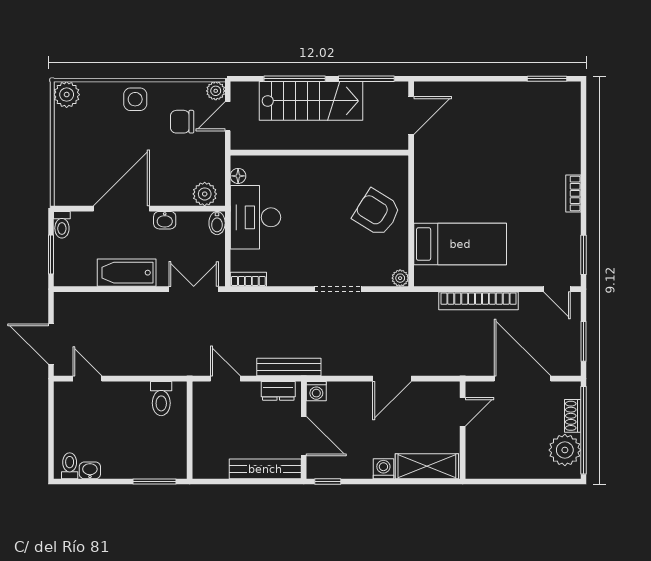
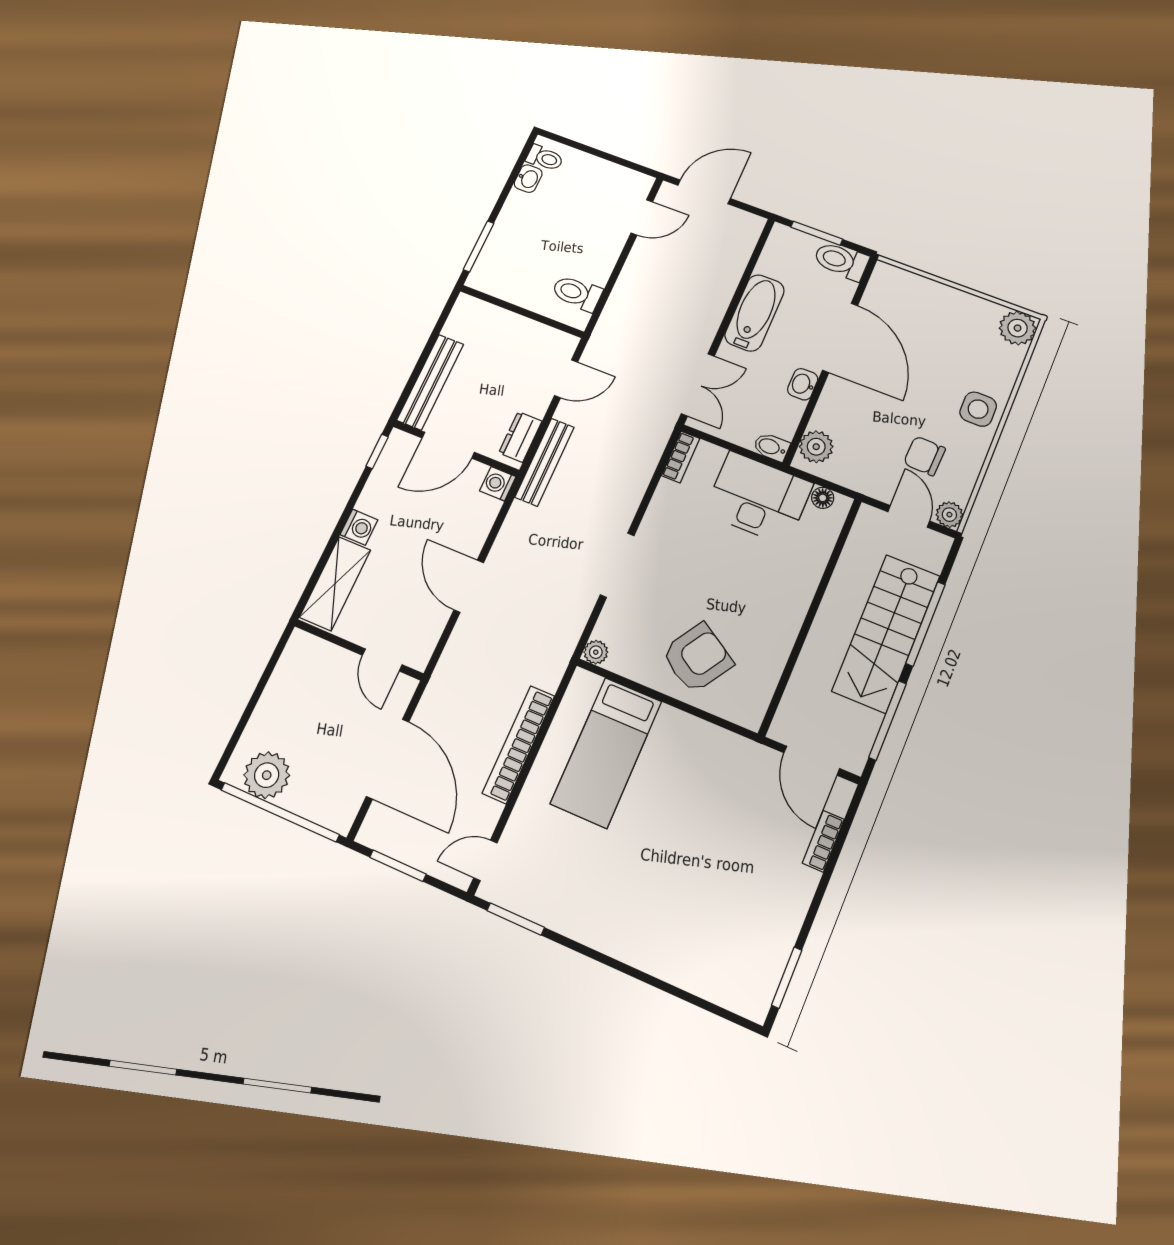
chair: (182, 122) -> (924, 456), turned -88
bookcase: (573, 193) -> (823, 841), moved, turned -90
toilet: (62, 225) -> (841, 261), width x1.37, depth x1.39
door: (523, 379) -> (388, 759), hinge flipped
shoe rack: (573, 416) -> (306, 806), removed

